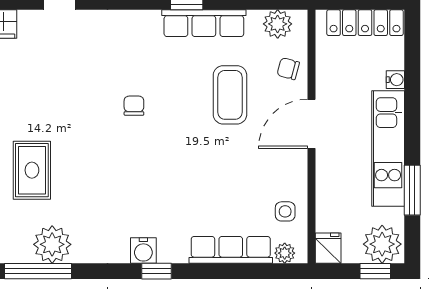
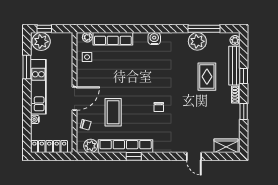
row of seats: (204, 23) -> (126, 146), width x1.36
fridge: (328, 248) -> (67, 40), removed
window: (156, 271) -> (148, 29), removed

